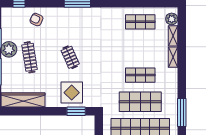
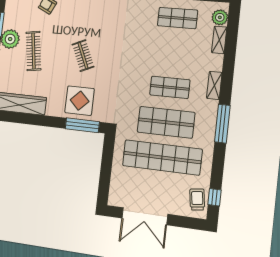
shelving: (173, 57) -> (214, 85), moved
window: (76, 111) -> (82, 125), width x1.44
window: (182, 113) -> (222, 124), moved

